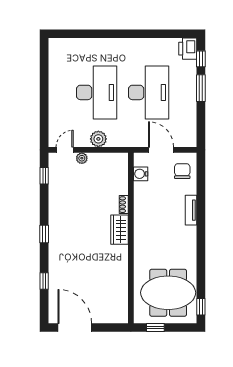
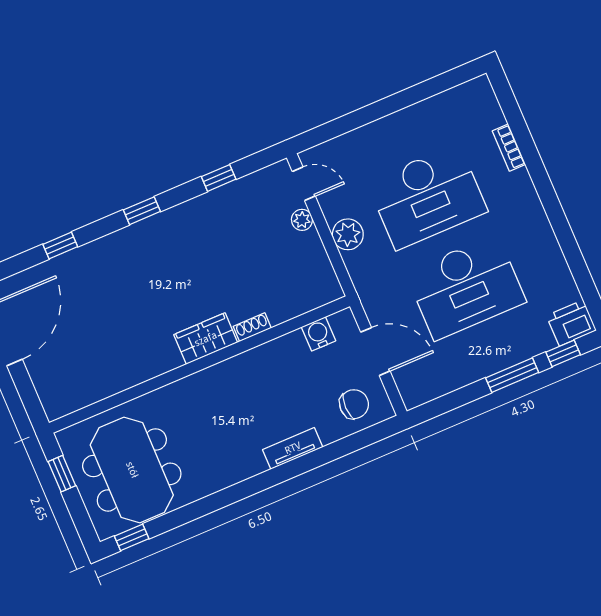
bookcase: (90, 43) -> (509, 148), added
door: (161, 150) -> (375, 352), hinge flipped
window: (44, 176) -> (219, 178), moved

